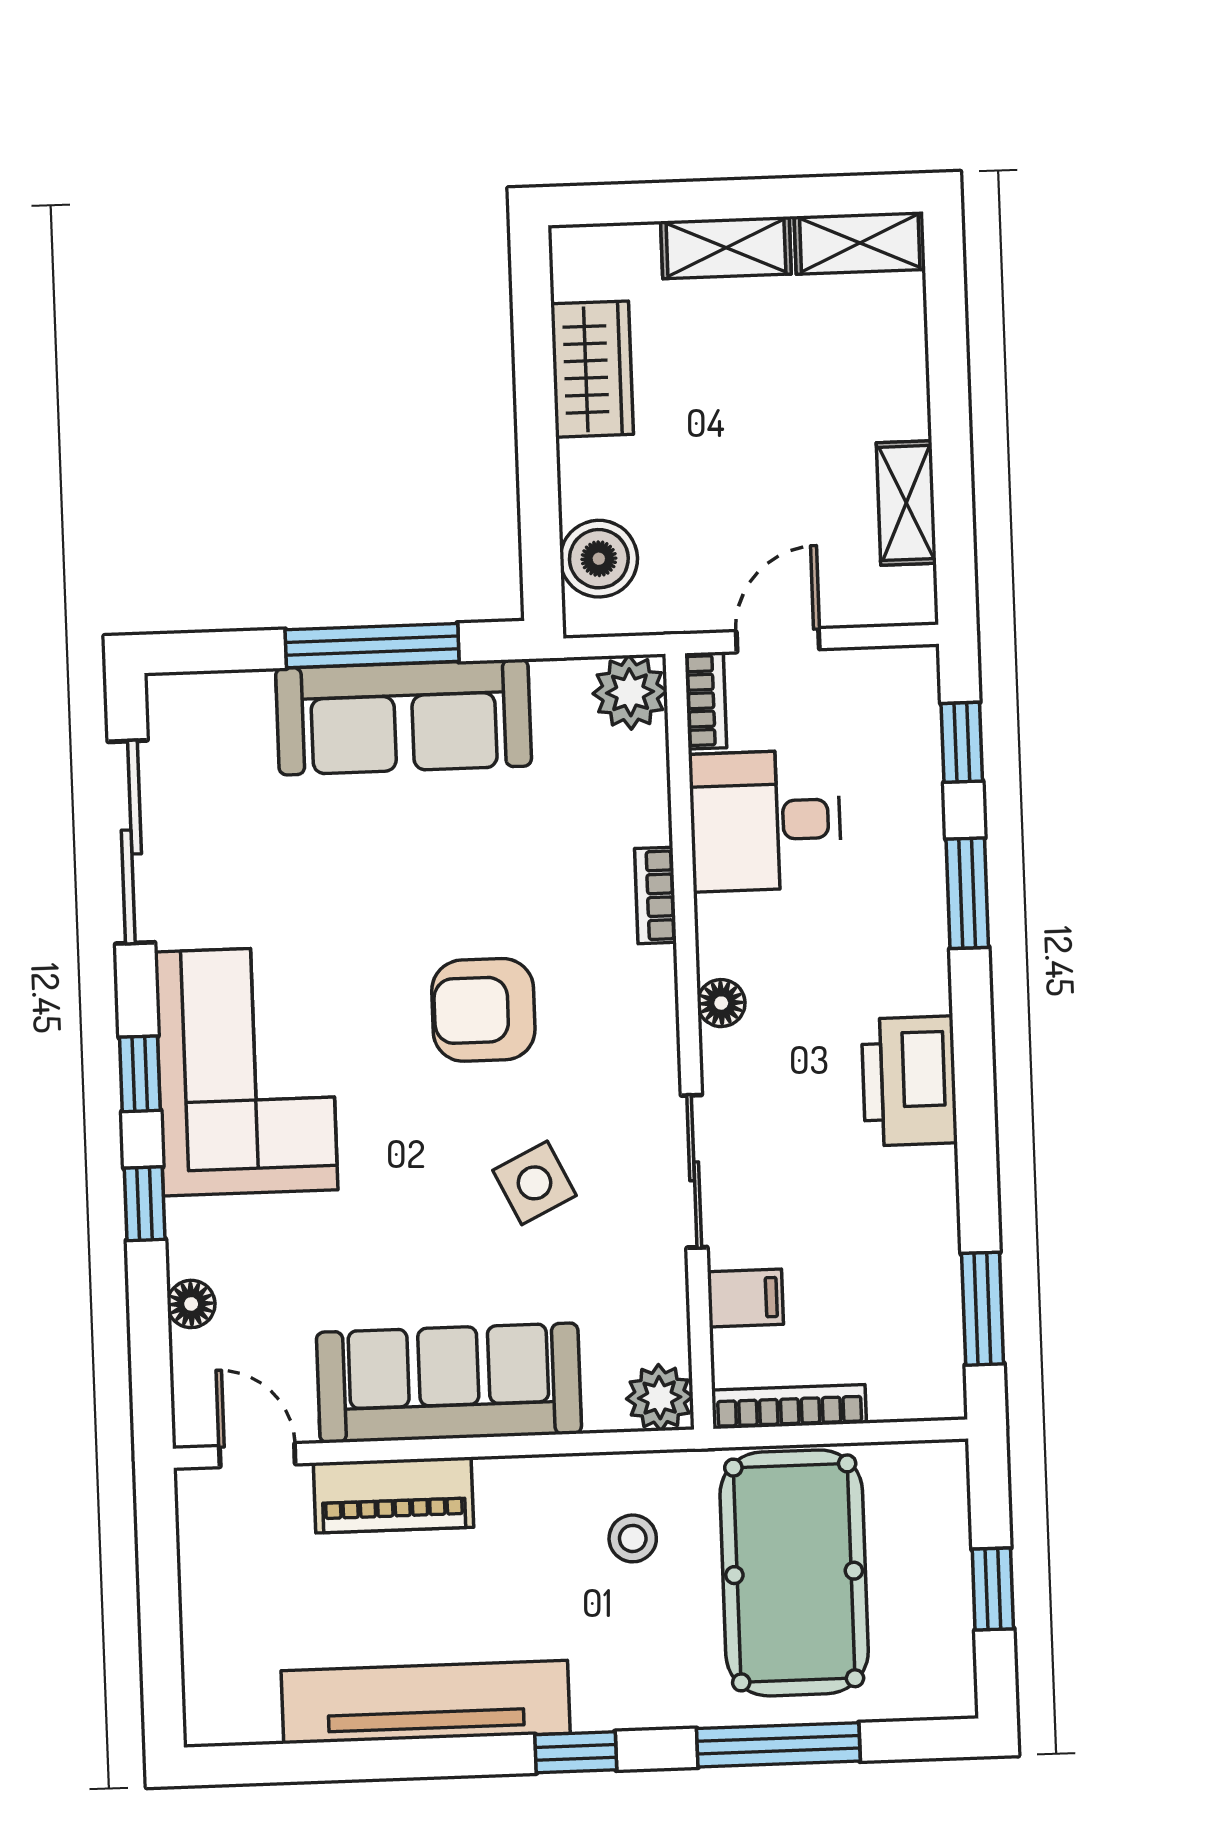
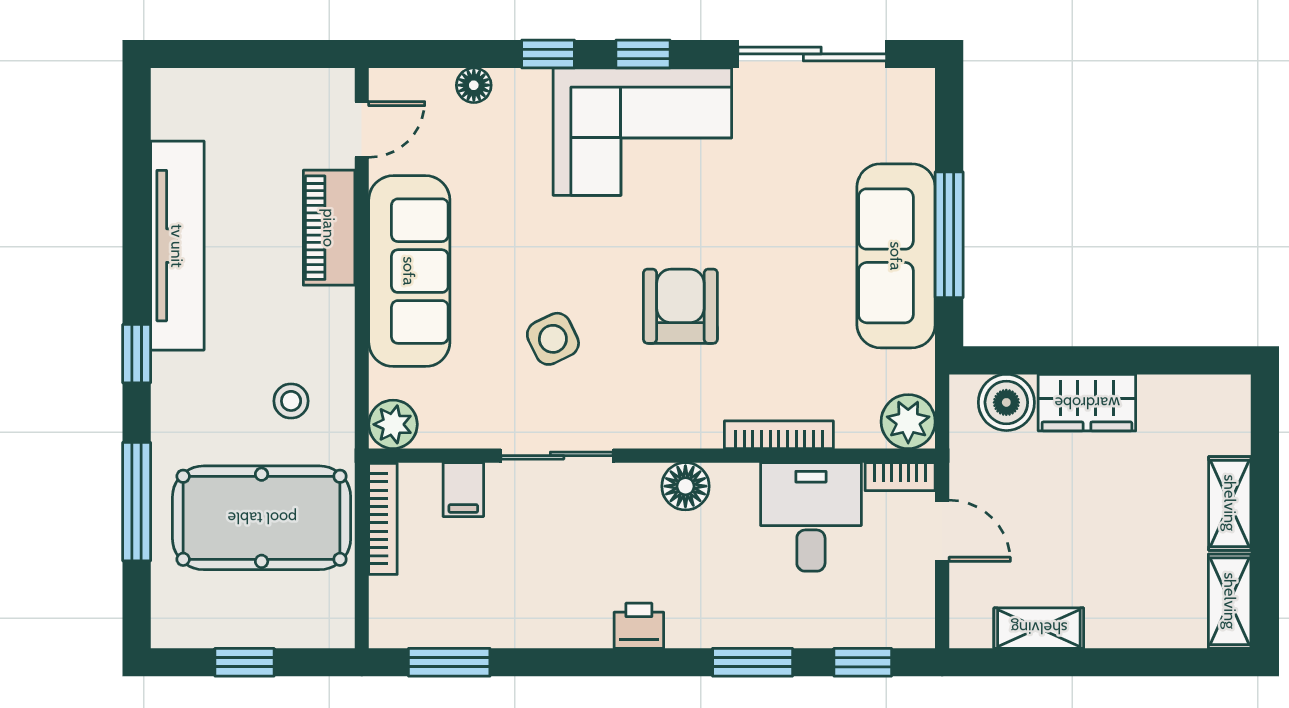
wardrobe: (592, 369) -> (1087, 403), moved
bookcase: (655, 895) -> (779, 435), width x1.56
floor lamp: (721, 1003) -> (685, 486), width x1.37, depth x1.37
printer: (909, 1081) -> (639, 626), width x0.53, depth x0.68

